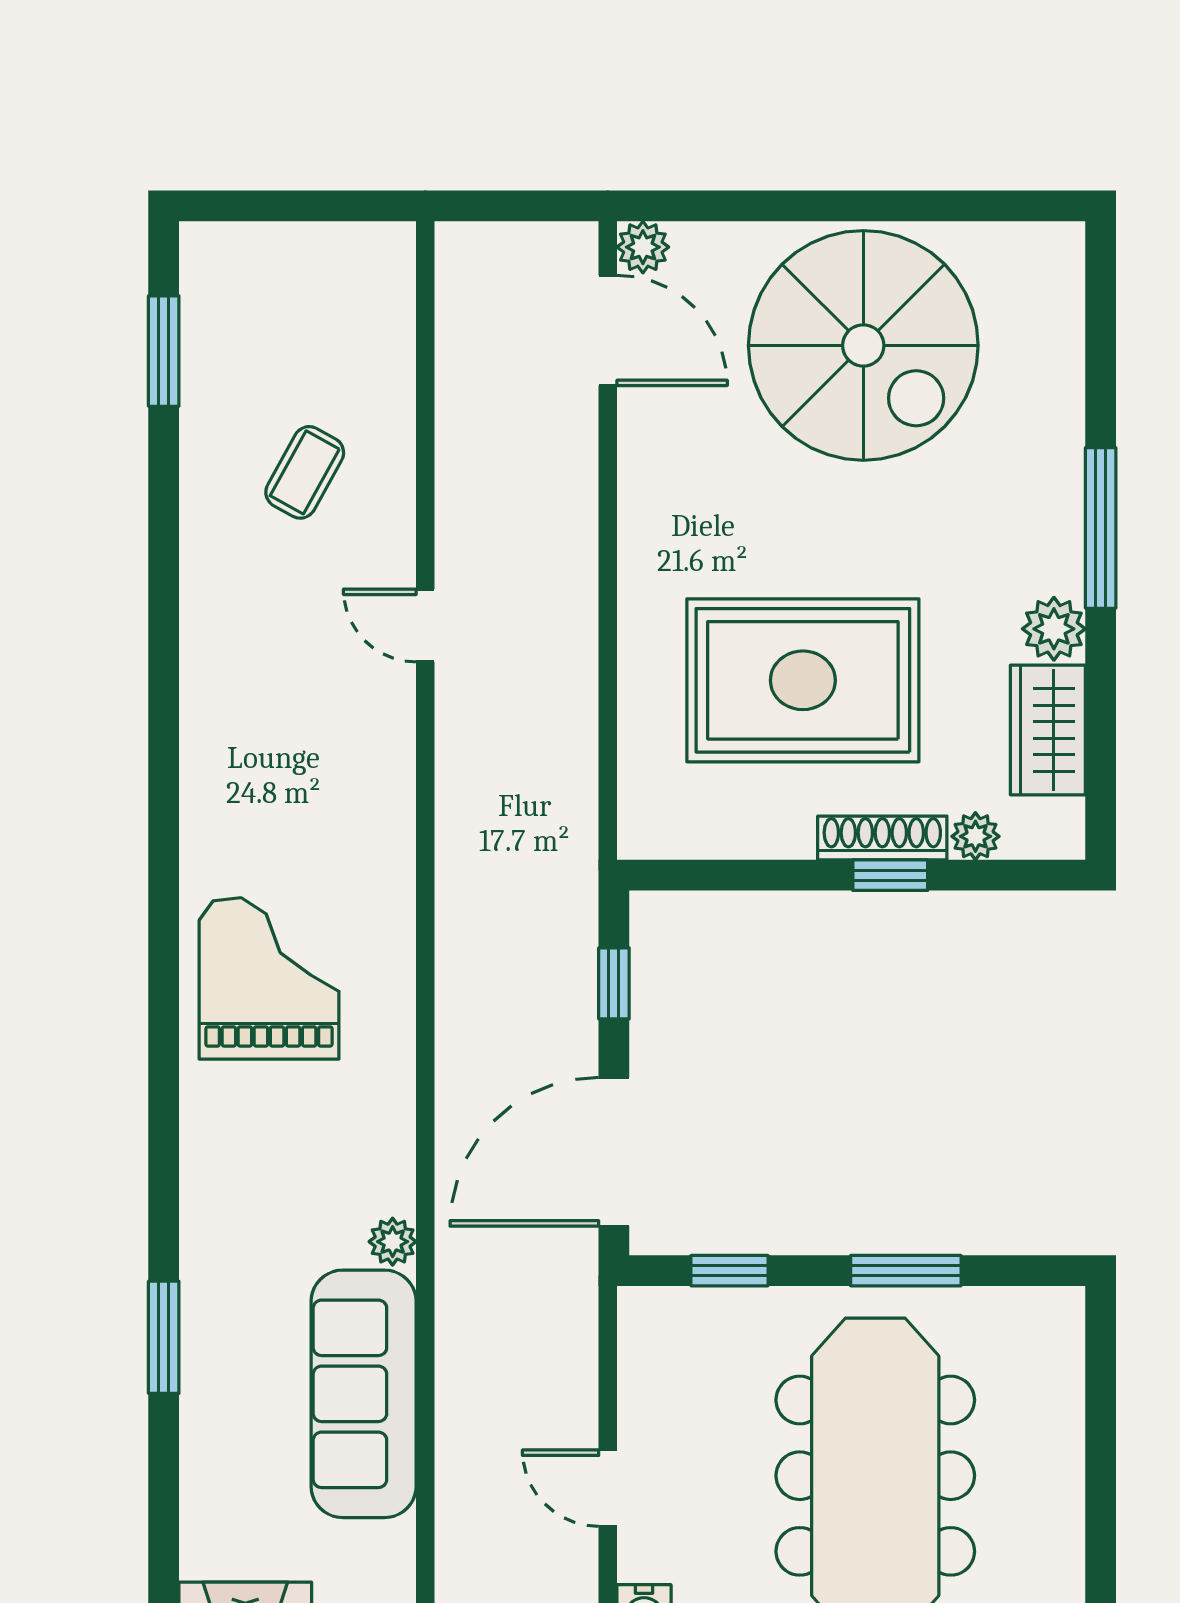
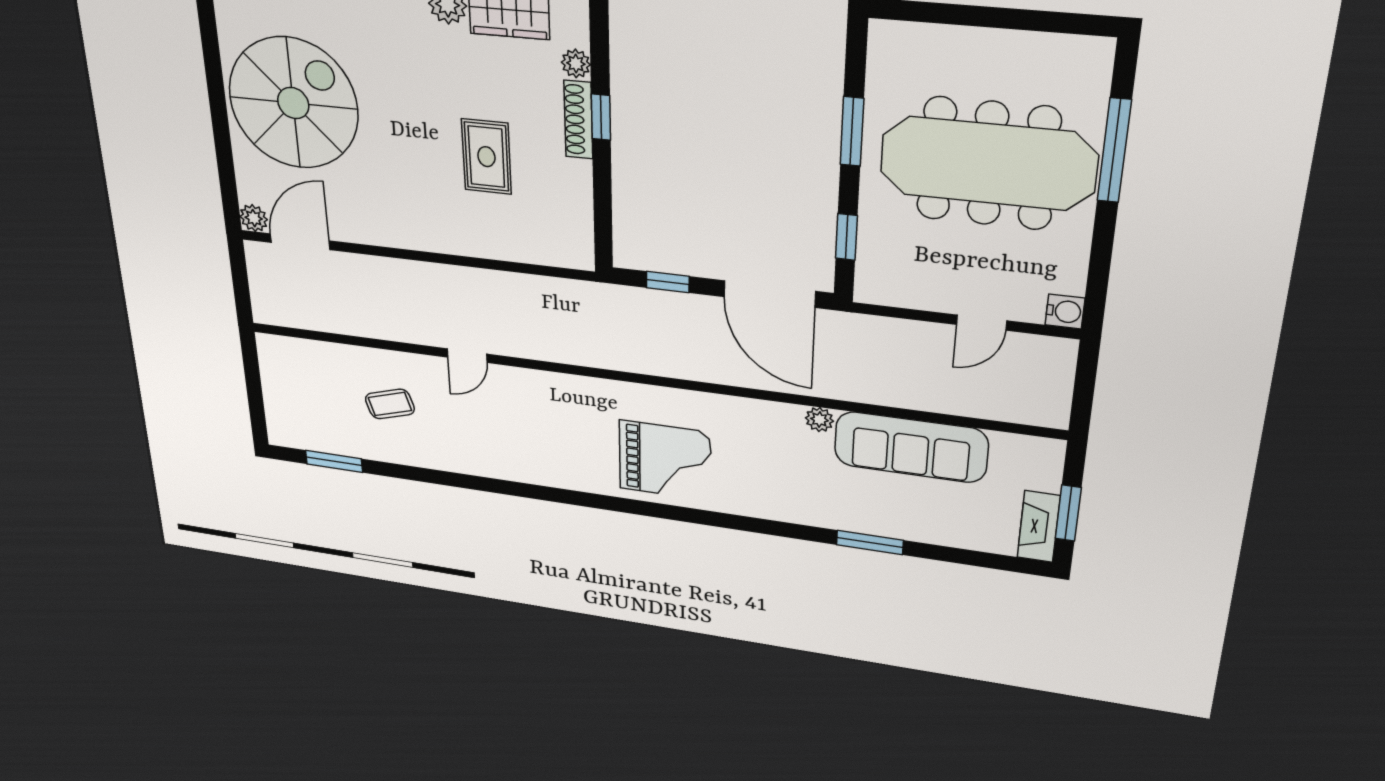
coffee table: (305, 472) -> (390, 404), turned -46
rug: (803, 680) -> (486, 157), width x0.54, depth x0.49
grand piano: (269, 978) -> (665, 461), turned 180

